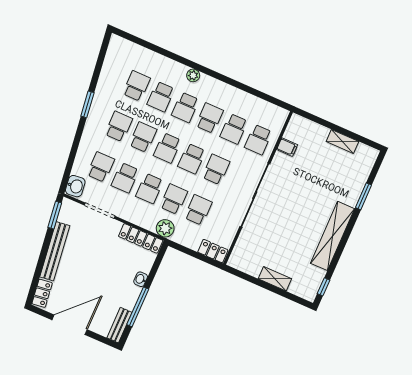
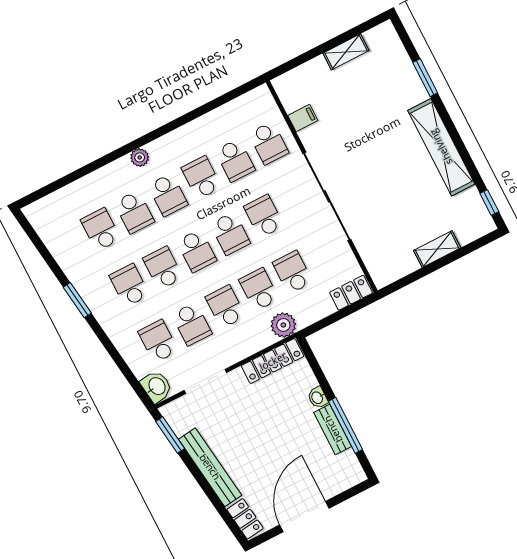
school desk: (149, 188) -> (225, 307), turned 180
bench: (119, 325) -> (333, 429), moved

